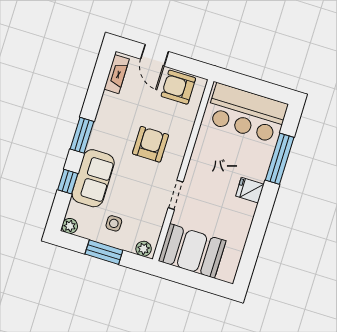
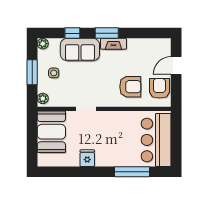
fireplace: (117, 74) -> (113, 44), moved
armchair: (150, 144) -> (130, 87), moved
fridge: (250, 190) -> (87, 158), moved

